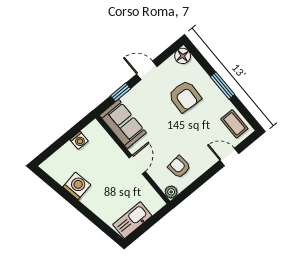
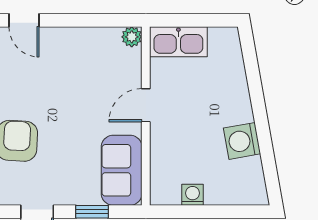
armchair: (179, 167) -> (96, 59), removed
kitchen sink: (132, 220) -> (178, 42), moved

